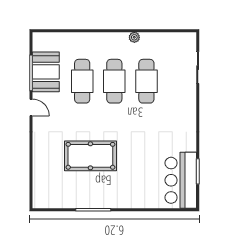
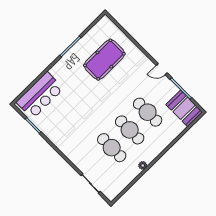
booth: (46, 72) -> (184, 108), moved
pool table: (90, 156) -> (104, 60), moved
bar counter: (181, 180) -> (40, 95), moved, turned 90

